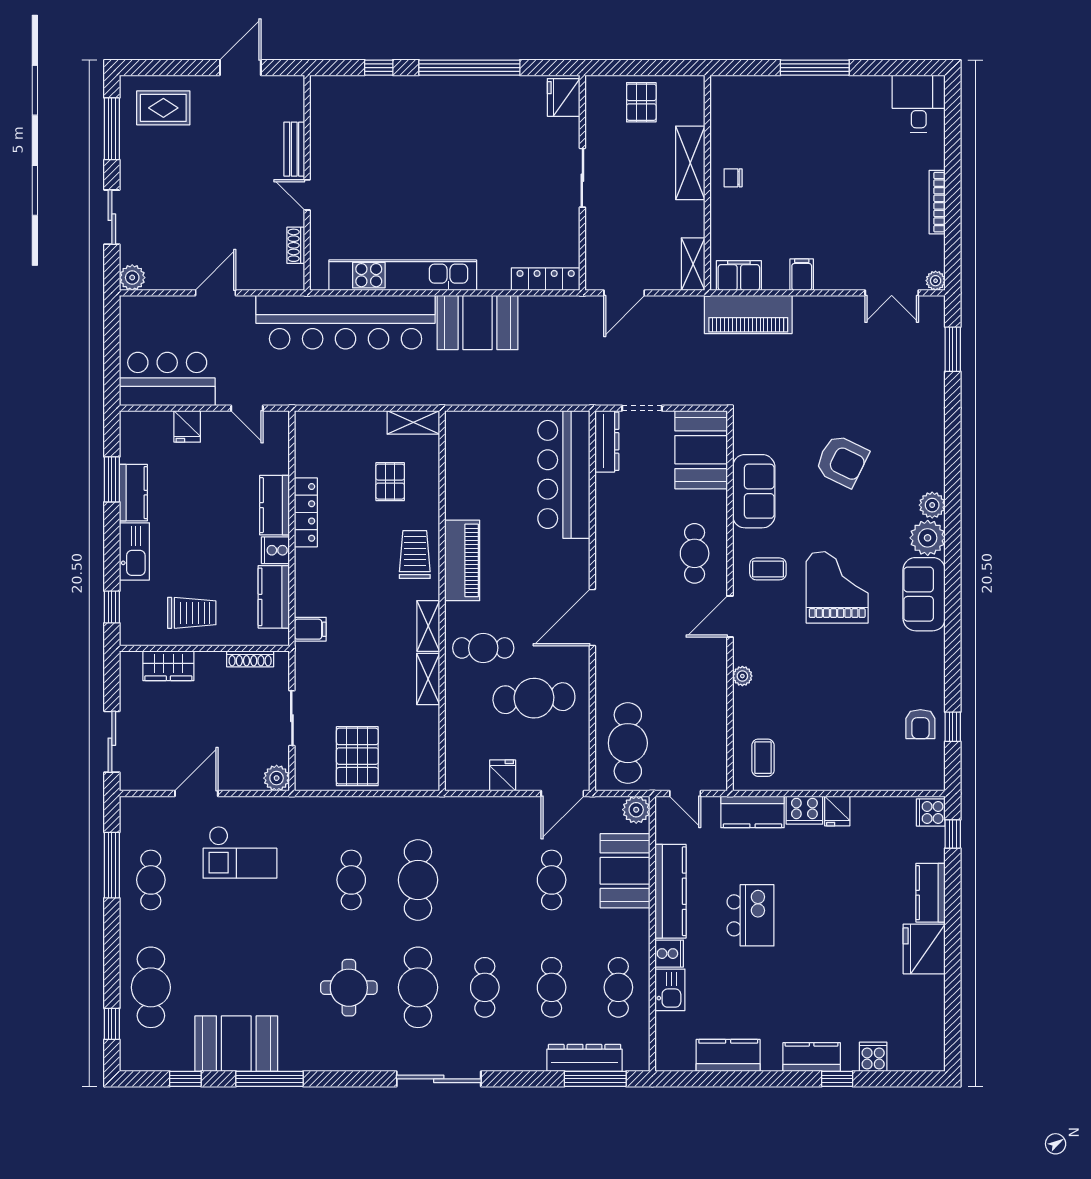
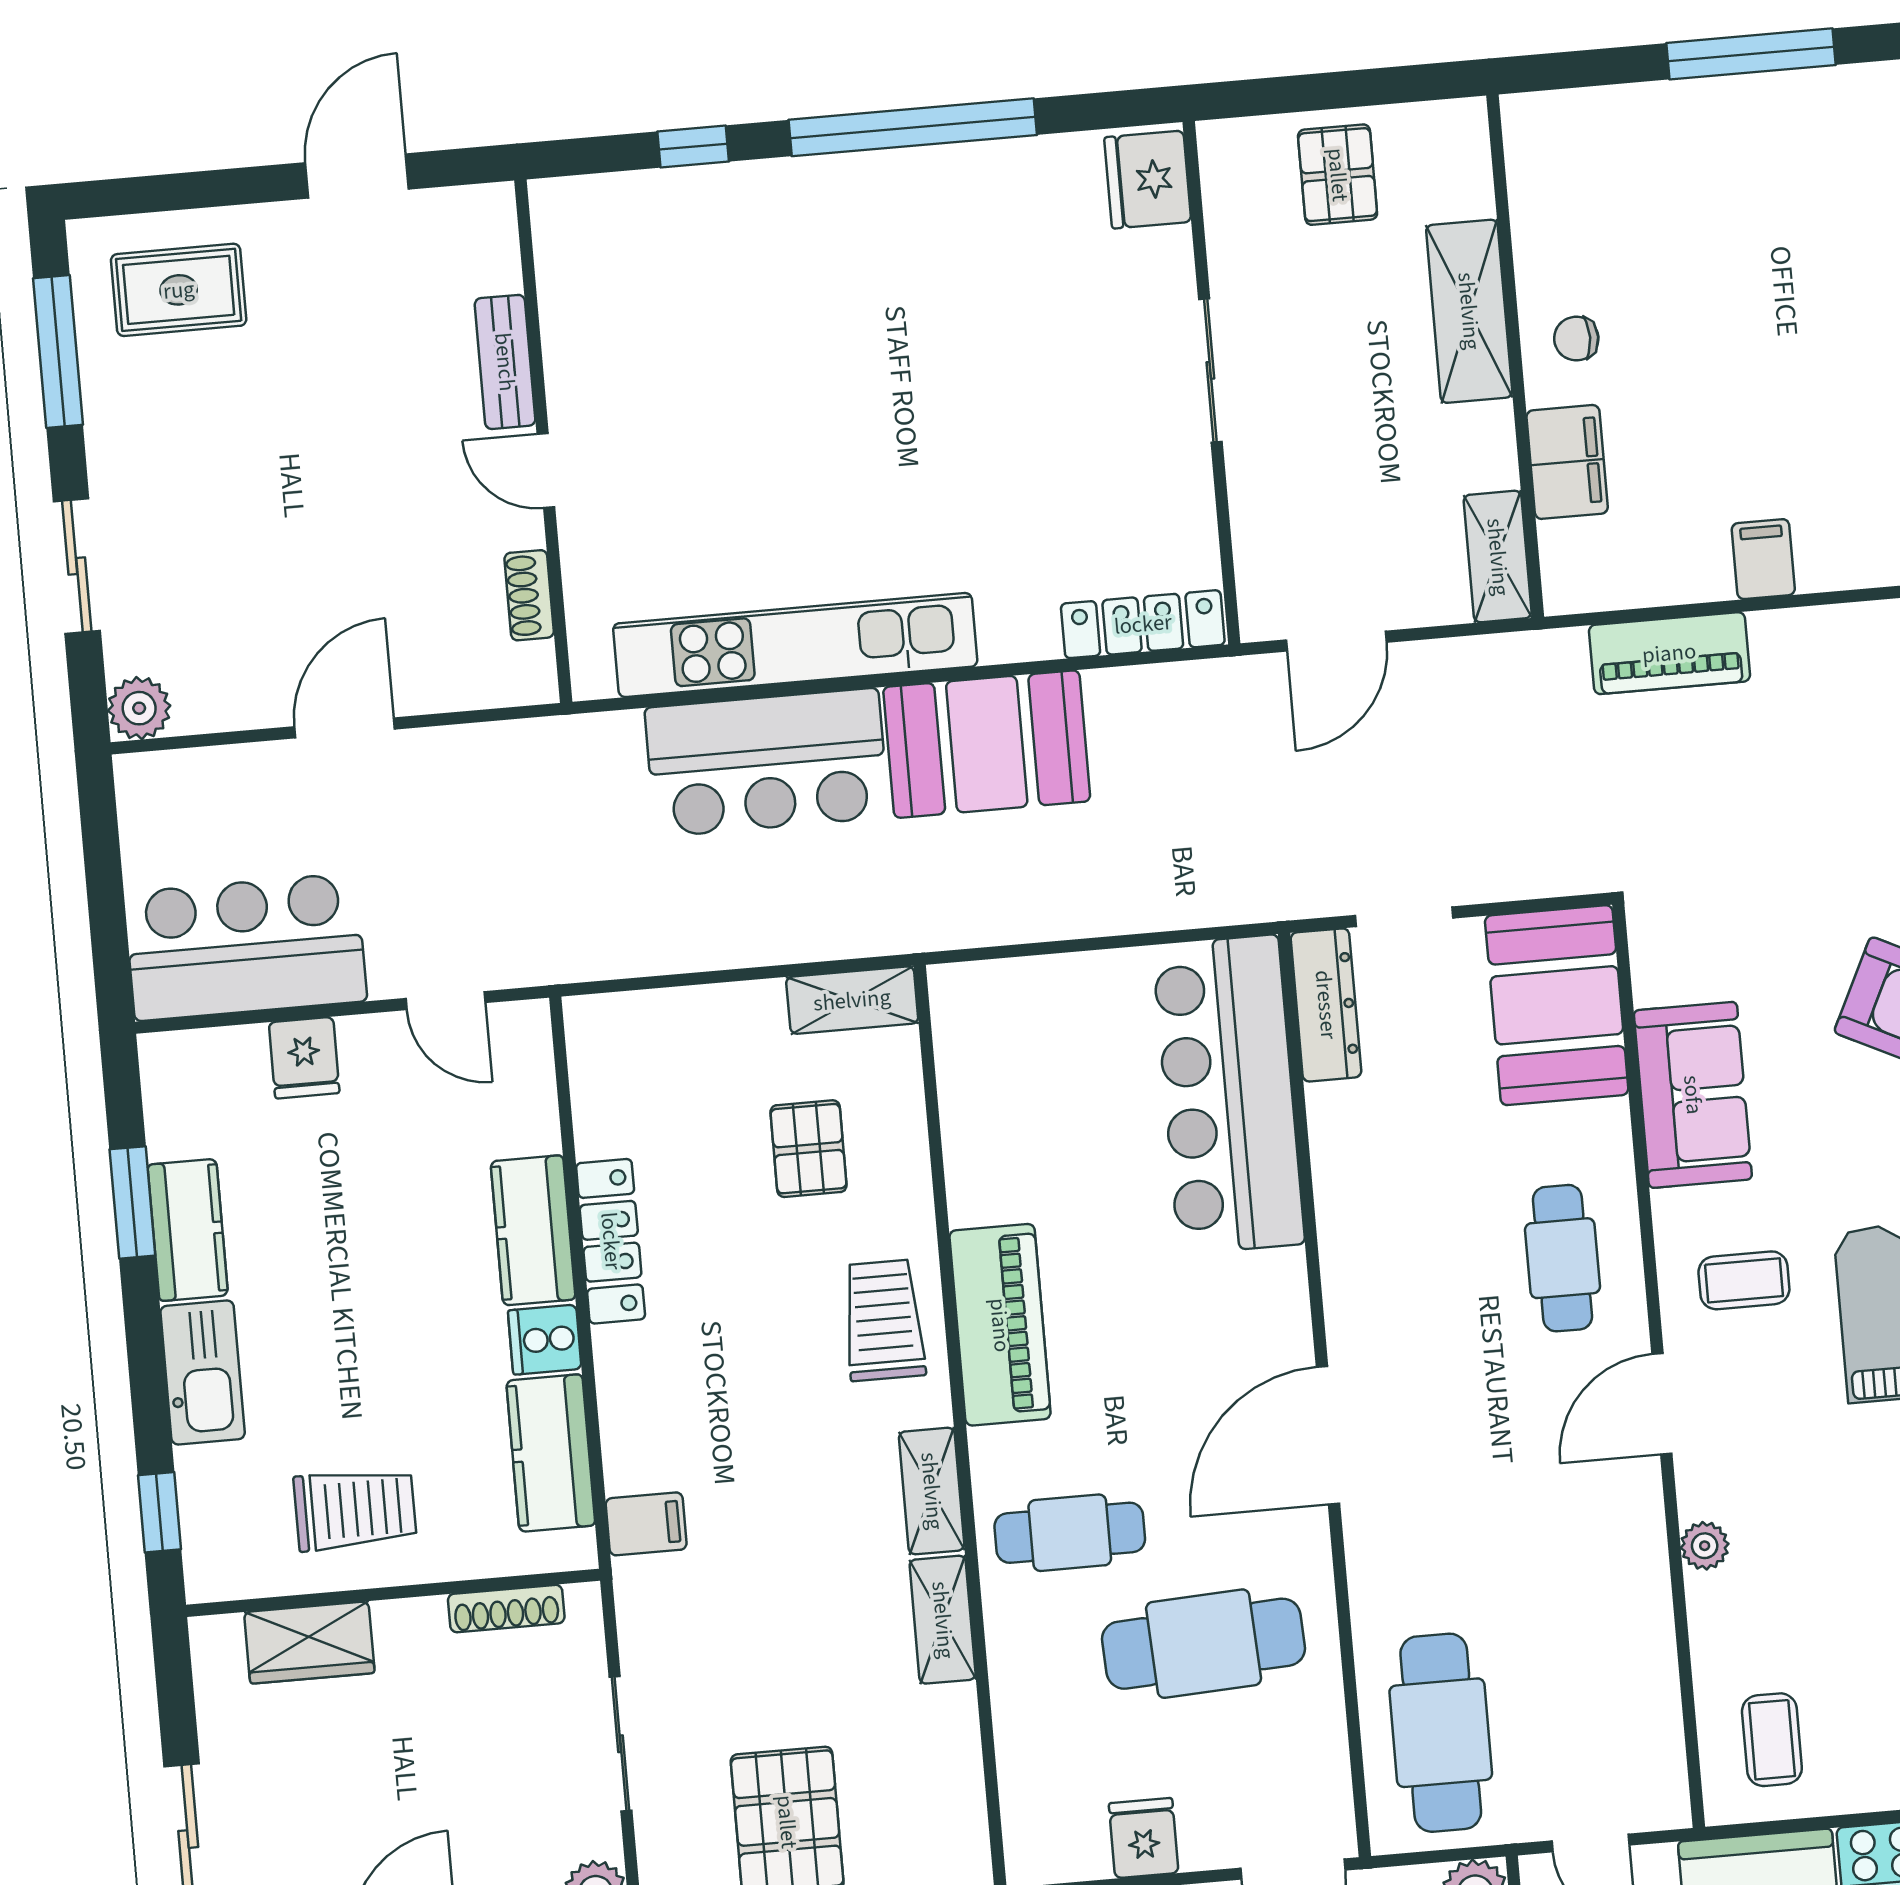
filing cabinet: (739, 275) -> (1567, 462), moved, turned 90
piano: (748, 314) -> (1669, 653), width x0.73, depth x0.75
bar counter: (346, 322) -> (767, 763), width x0.54

